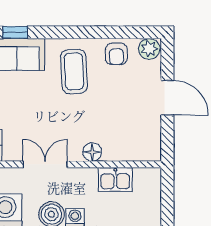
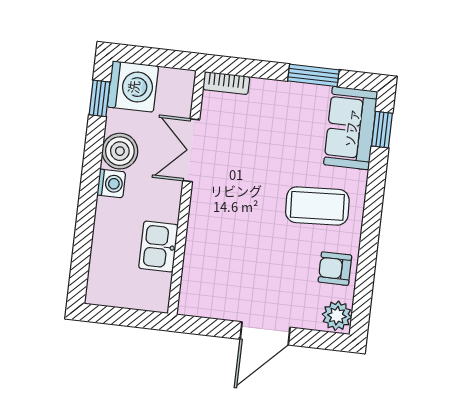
floor lamp: (92, 152) -> (201, 219), removed
double door: (45, 164) -> (191, 150), swing flipped

